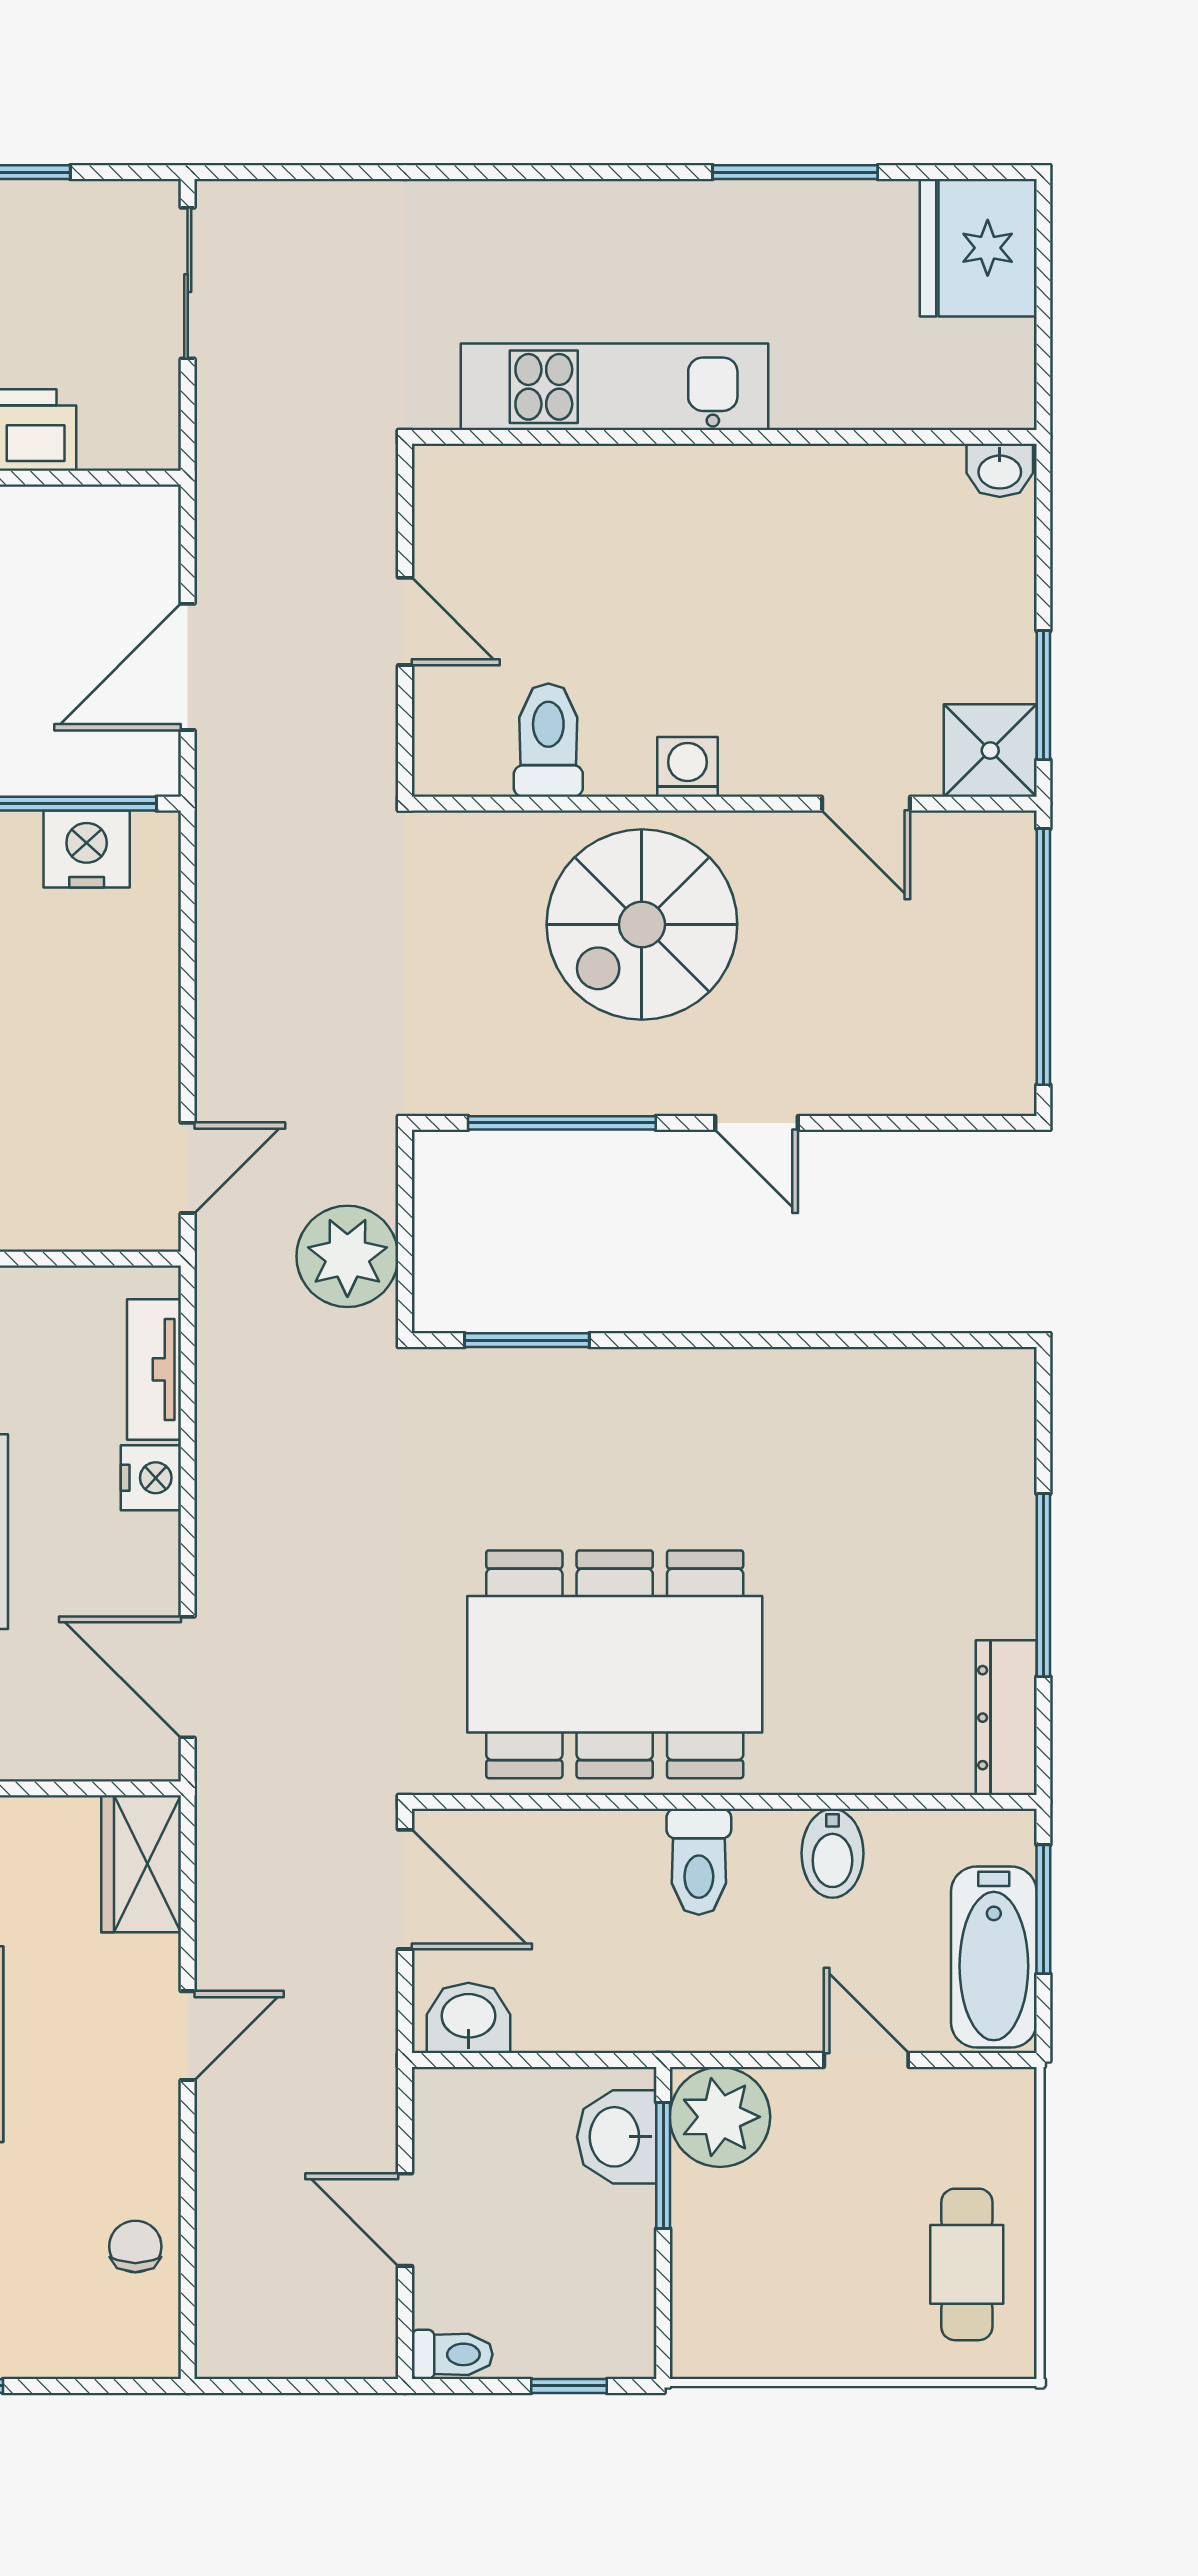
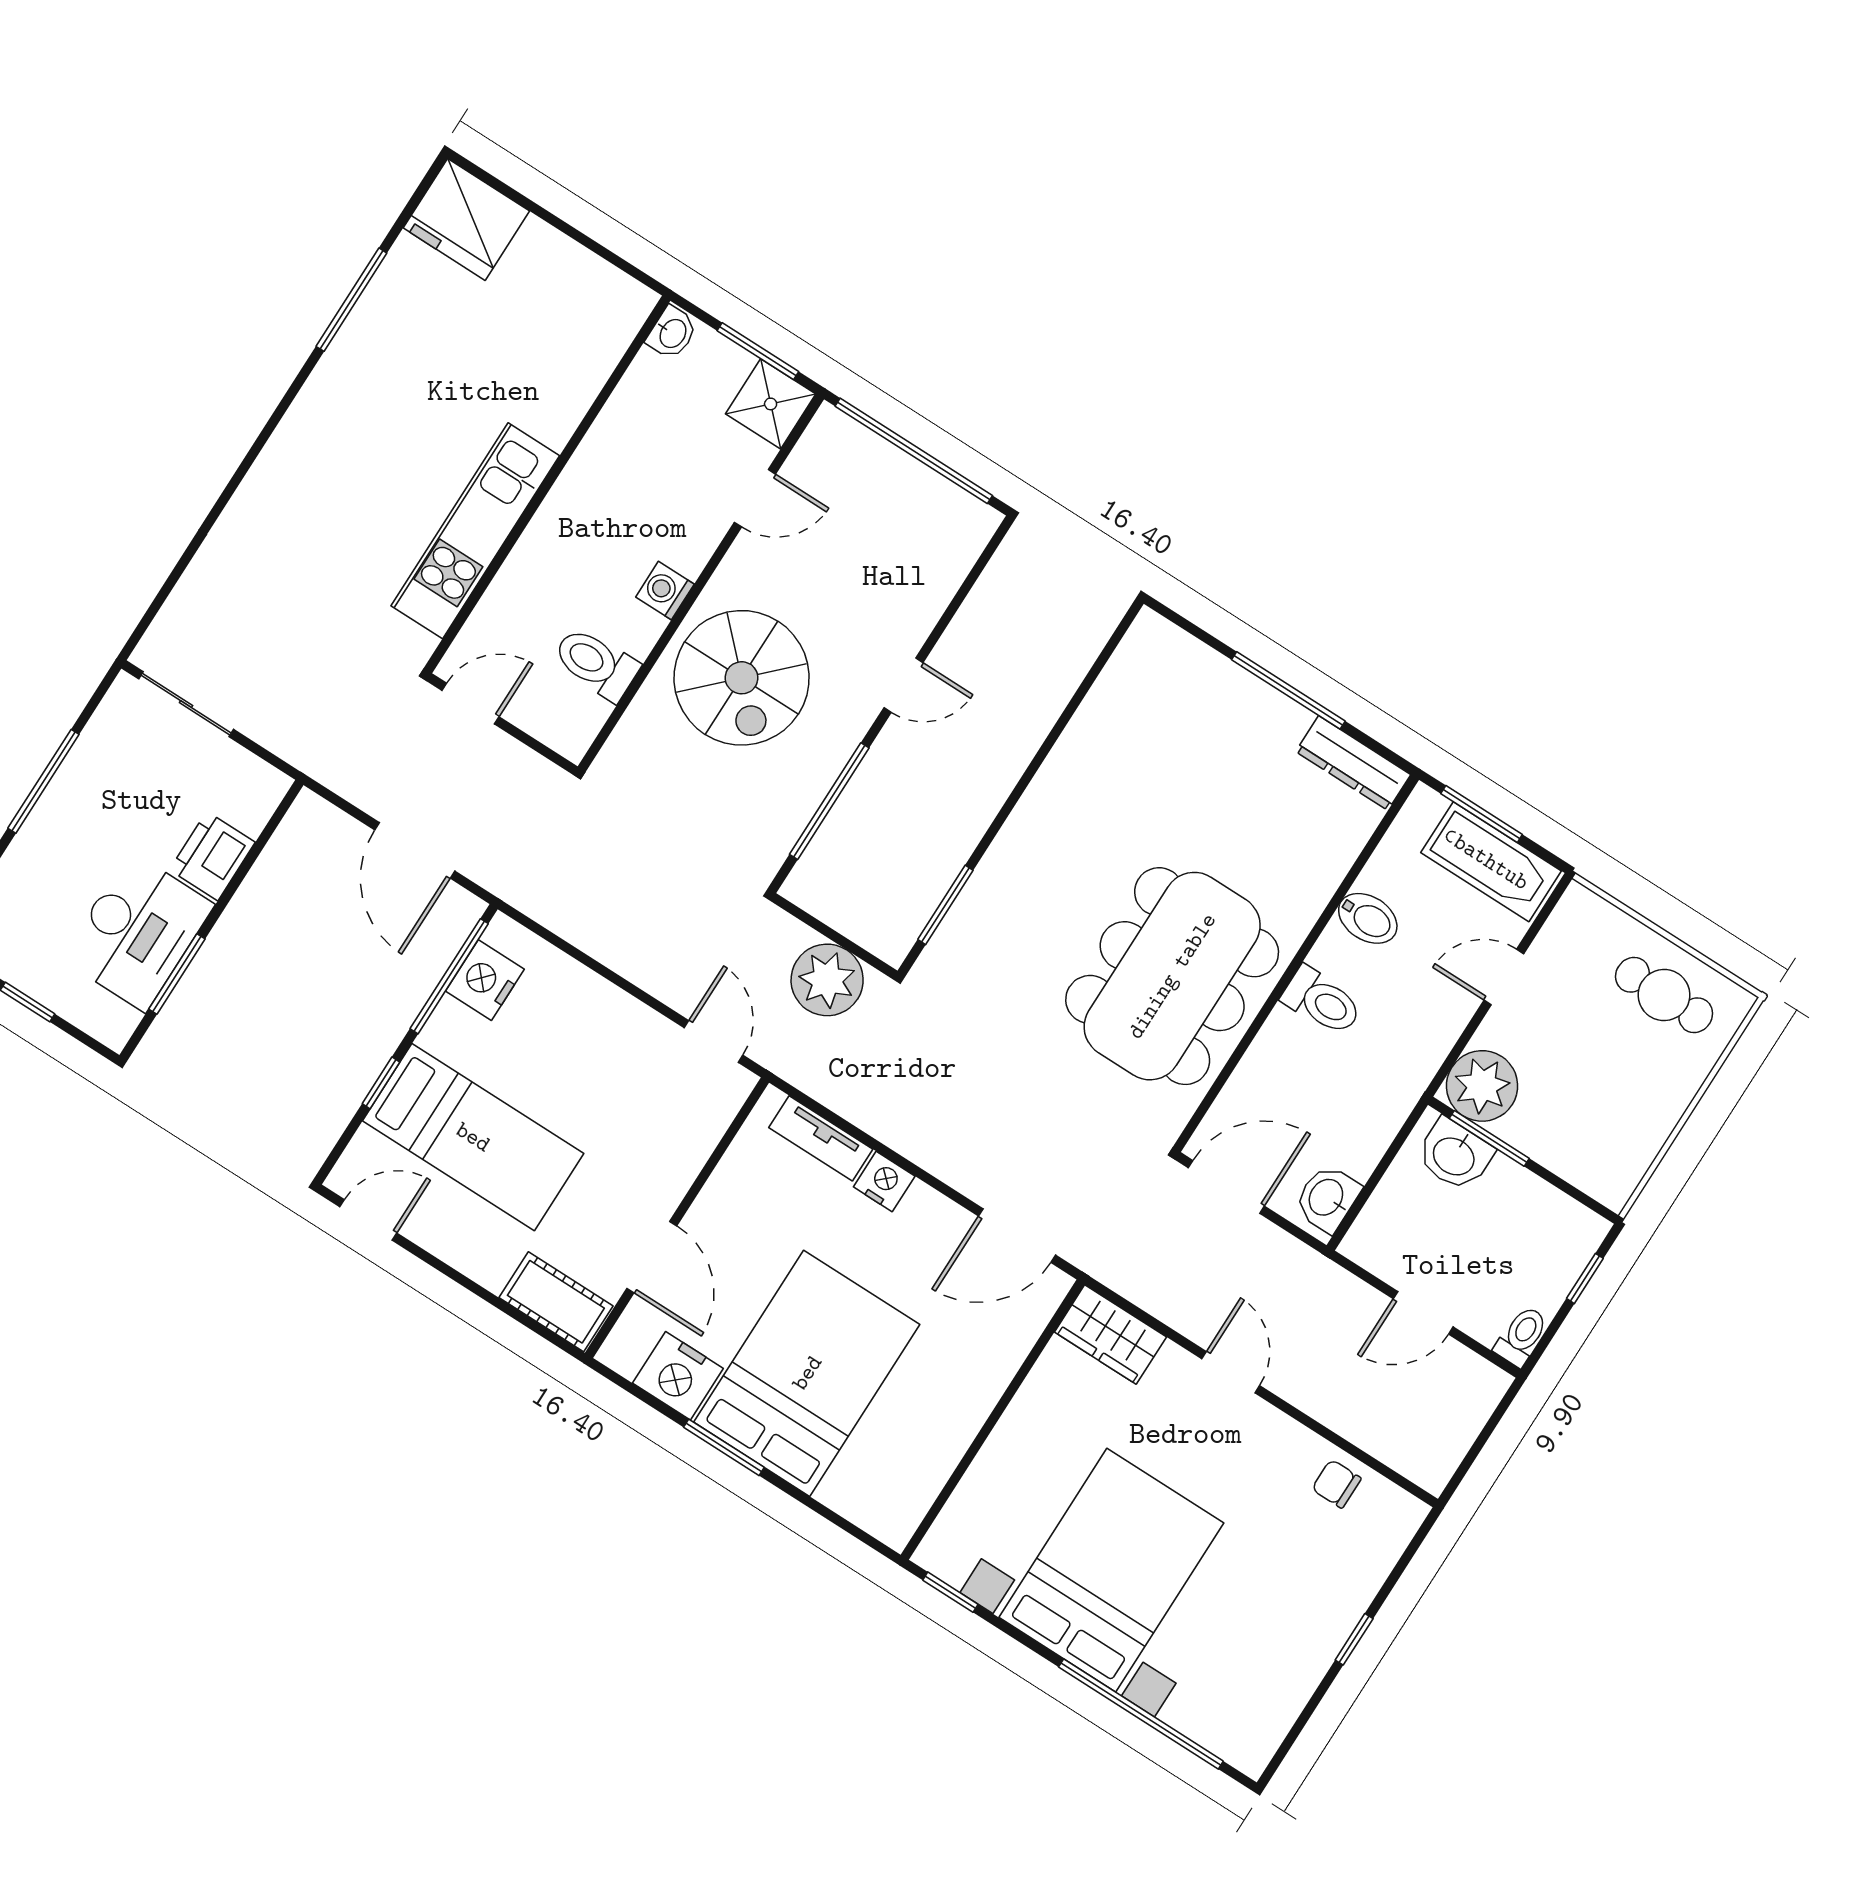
kitchen unit: (614, 387) -> (475, 531), moved
wall: (724, 437) -> (547, 484), moved
washbasin: (1000, 470) -> (672, 333), moved

